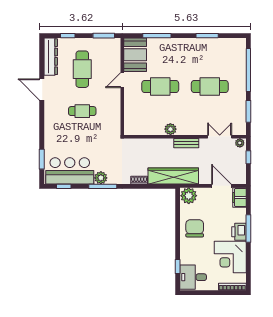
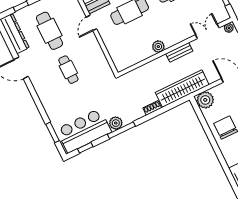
cafe table: (82, 111) -> (68, 70), turned 90
window: (178, 267) -> (227, 171), removed

